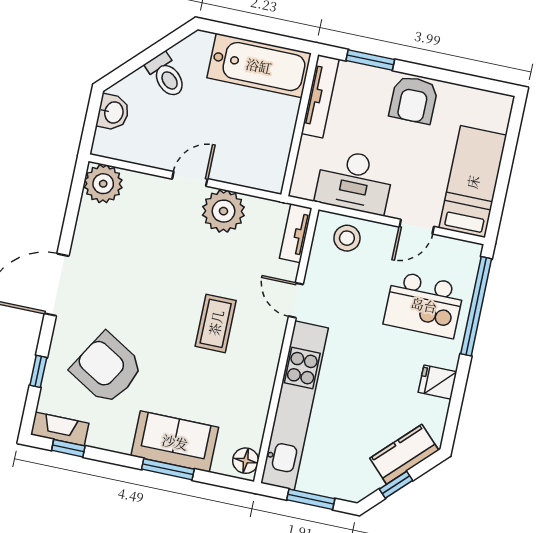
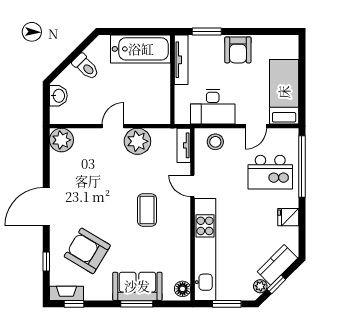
plant: (370, 482) -> (260, 286), added

